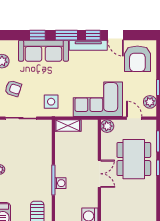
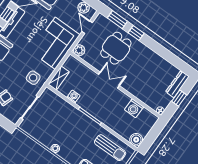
door: (134, 118) -> (87, 27), hinge flipped
dining table: (134, 159) -> (116, 48), width x0.73
washing machine: (60, 183) -> (73, 97), moved

